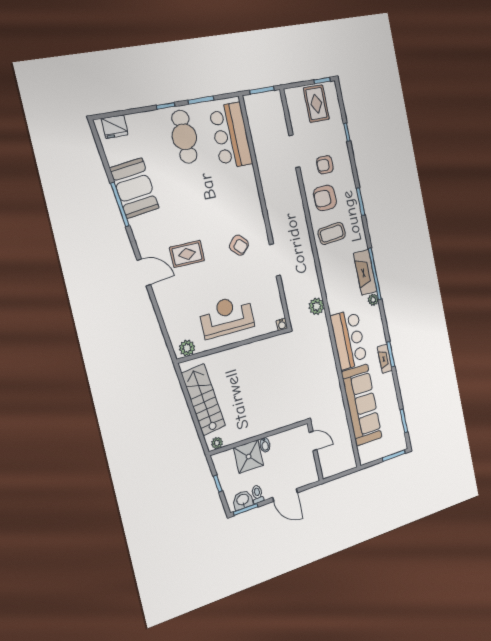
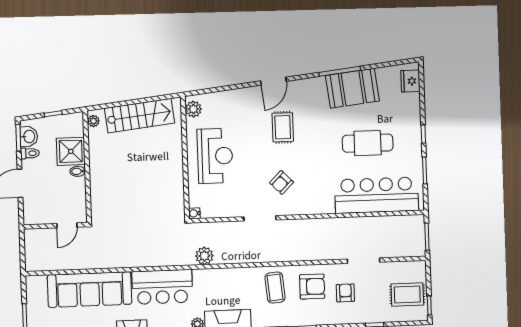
bar counter: (231, 136) -> (377, 195), width x1.36
cafe table: (184, 137) -> (368, 143), moved
armchair: (325, 198) -> (312, 287), turned 92

